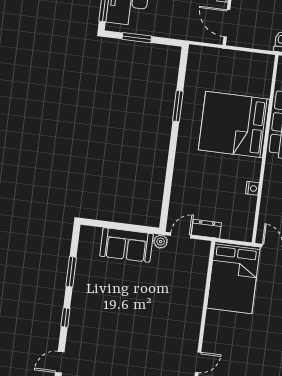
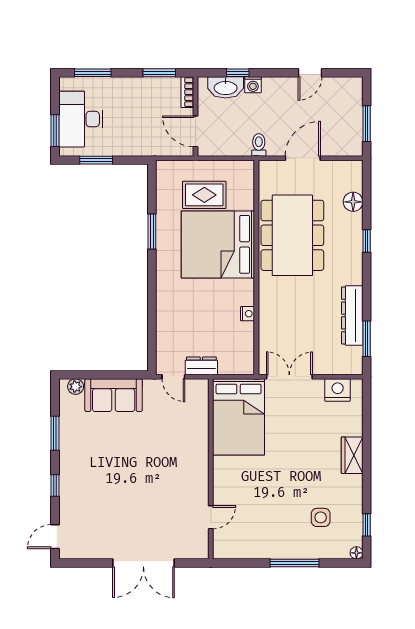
rug: (228, 80) -> (204, 195), added
door: (181, 235) -> (173, 377), swing flipped
plant: (161, 242) -> (76, 387), moved

